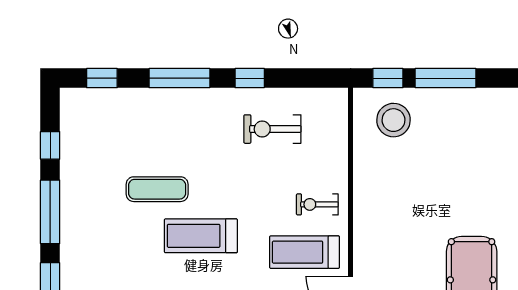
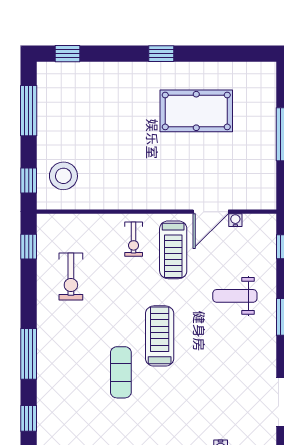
window: (250, 78) -> (29, 247), moved
window: (446, 78) -> (29, 111), moved
treadmill: (201, 236) -> (160, 336), turned 180

